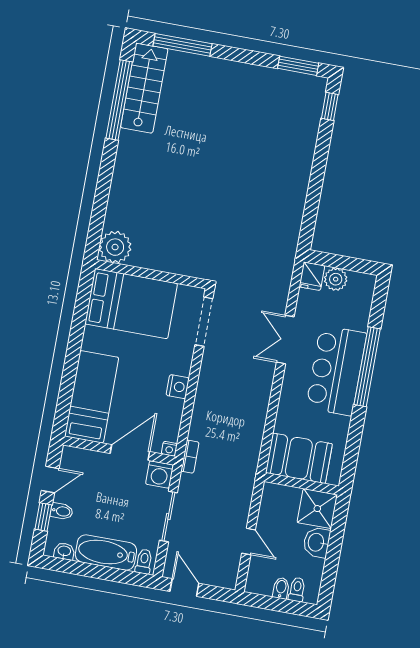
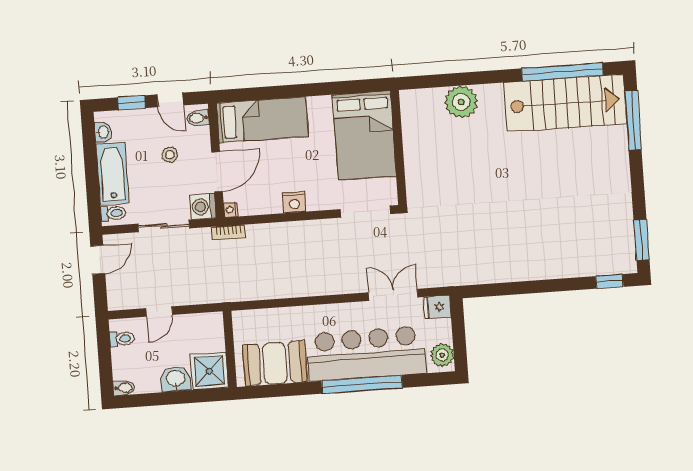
stairs: (144, 88) -> (565, 103), width x1.36, depth x1.51
plant: (115, 247) -> (461, 102), moved
plant: (336, 279) -> (442, 355), moved
double door: (285, 340) -> (393, 295), moved
bar counter: (336, 371) -> (366, 354), width x1.36
door: (130, 453) -> (217, 172), hinge flipped
booth: (299, 458) -> (275, 363), moved, turned 90
stool: (102, 493) -> (170, 155), added
bidet: (62, 511) -> (198, 118), moved, turned 90
bidet: (281, 588) -> (124, 388), moved
toilet: (297, 589) -> (122, 339), moved

